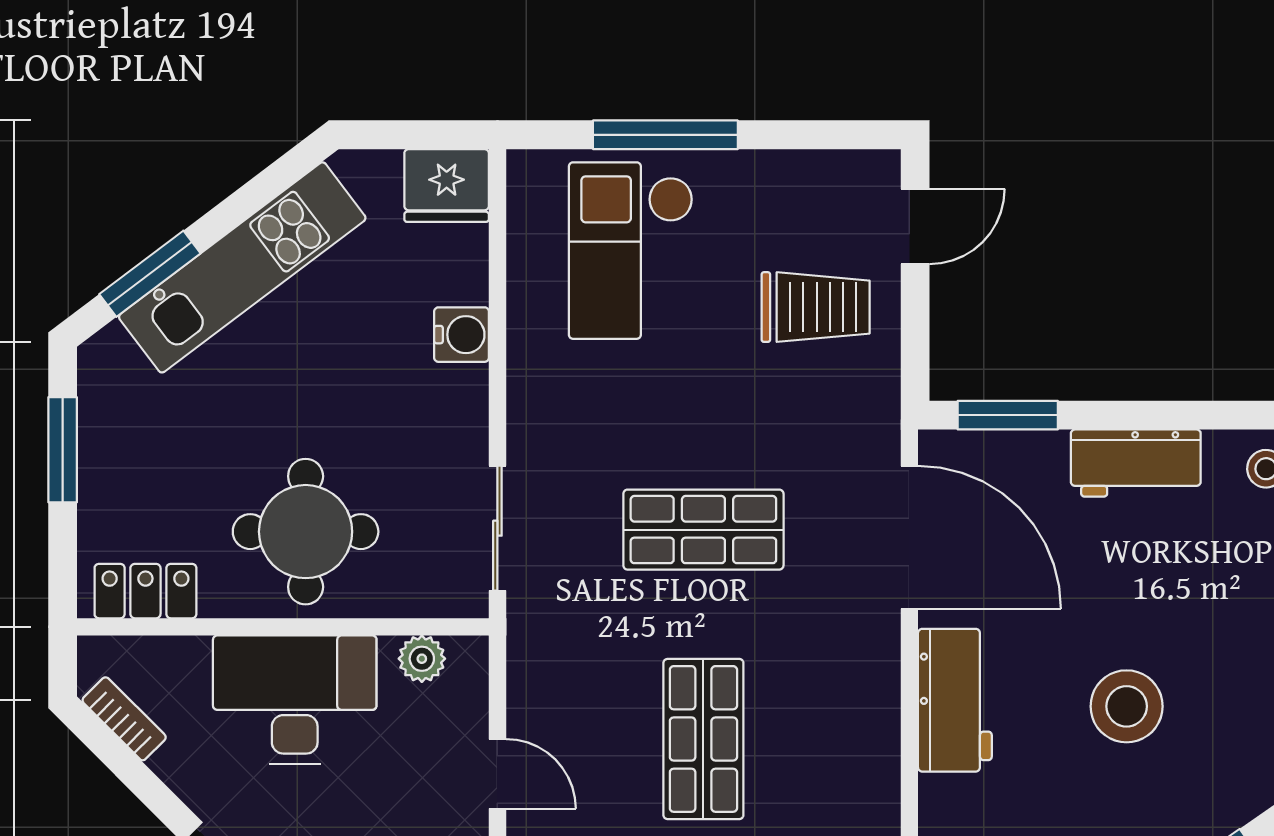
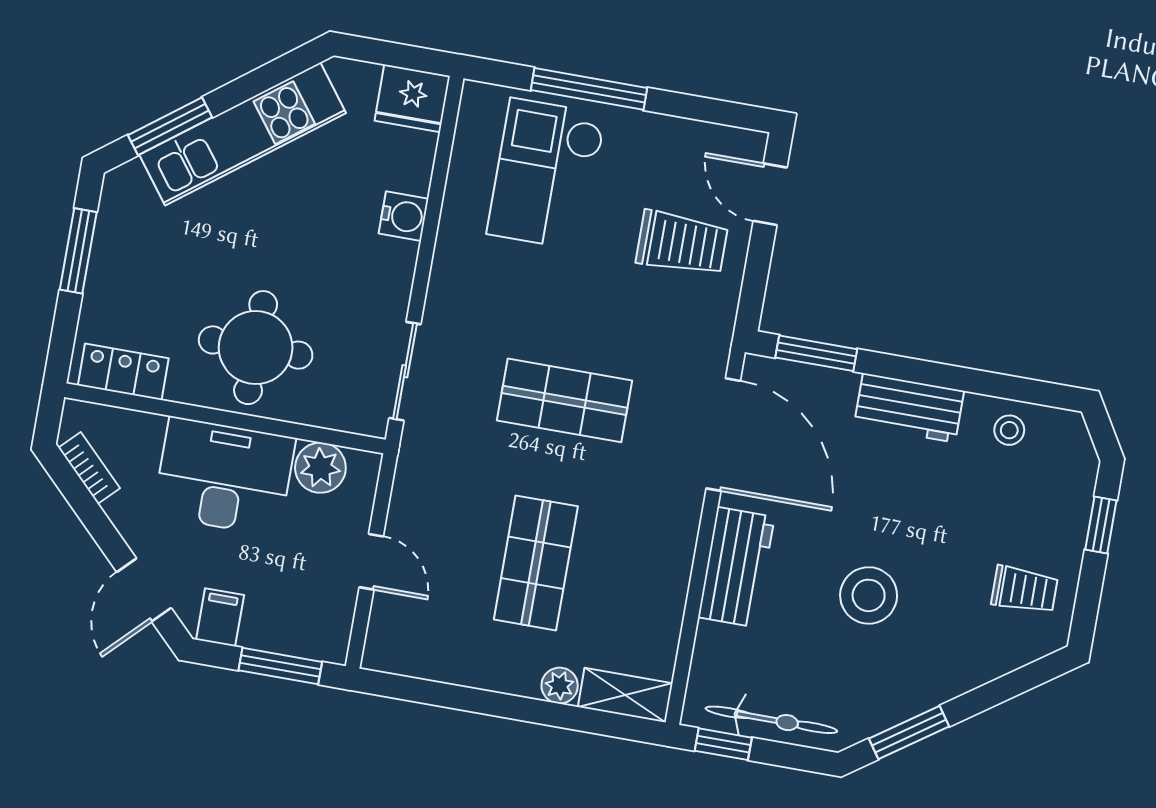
door: (915, 227) -> (770, 194), swing flipped
plant: (422, 659) -> (320, 468), width x1.38, depth x1.38

